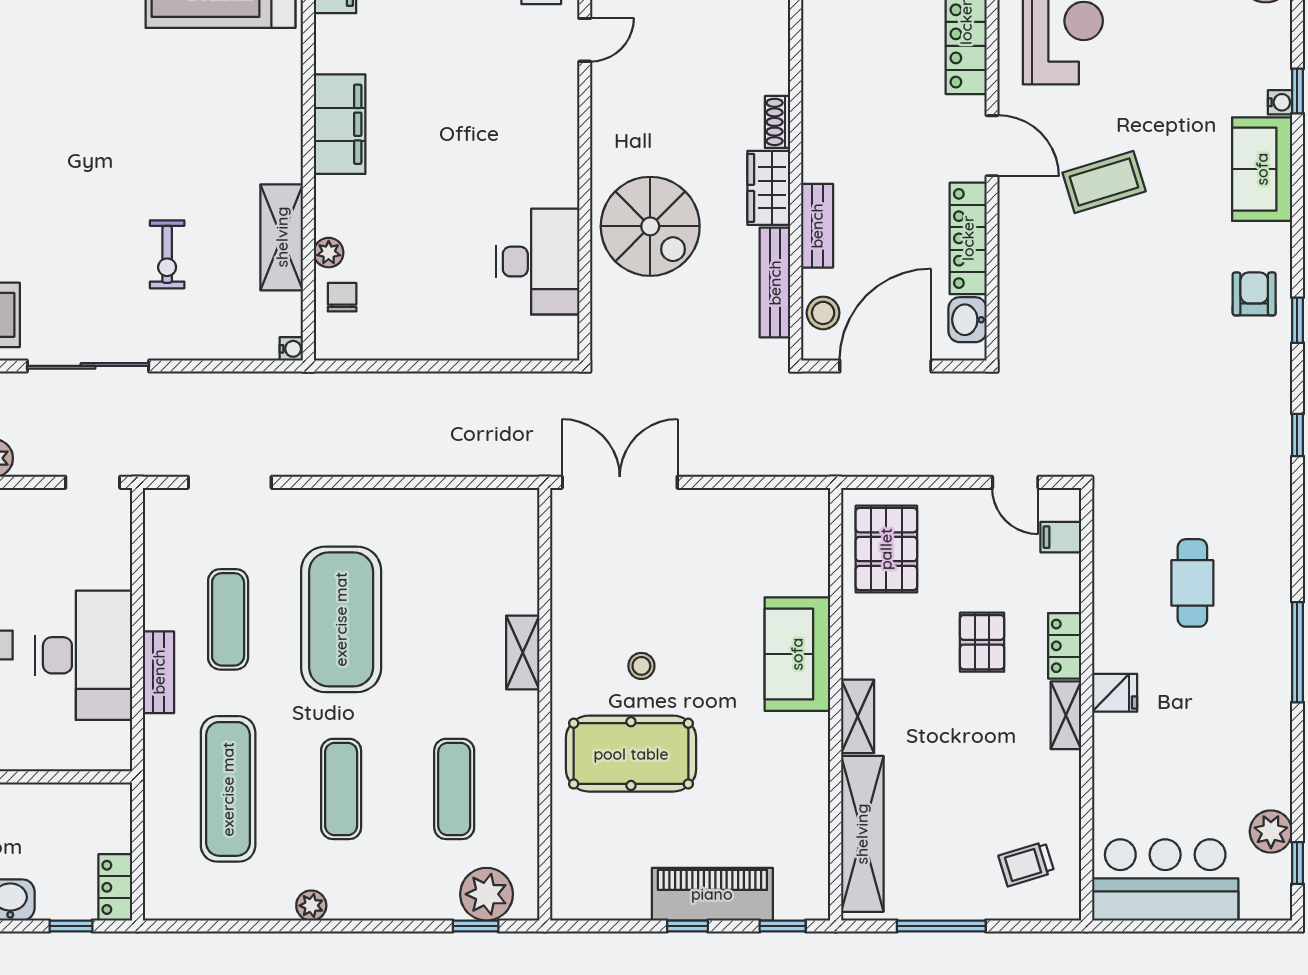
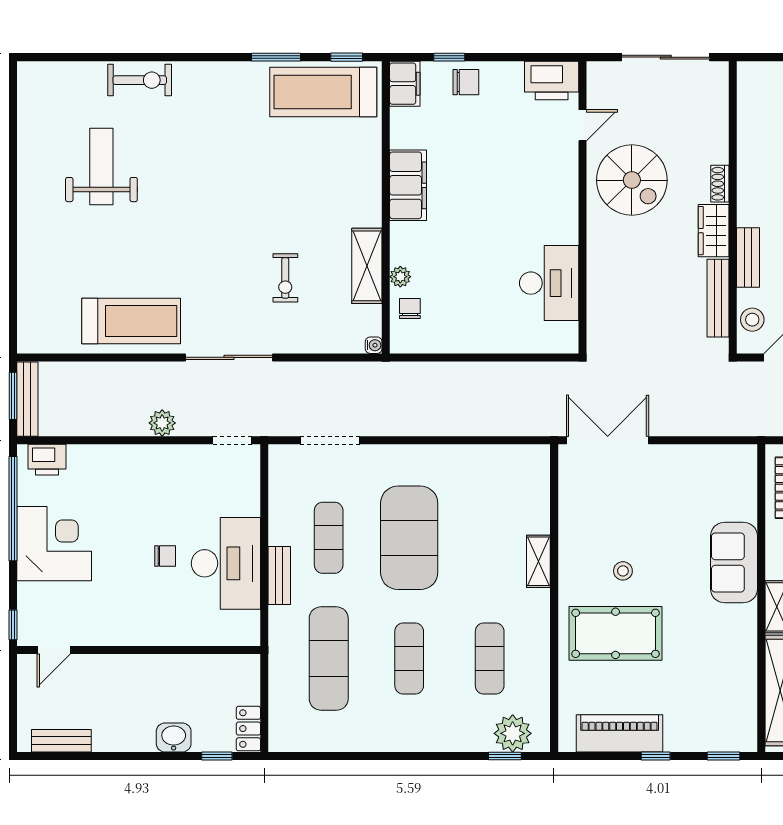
spiral stairs: (650, 226) -> (632, 180), moved
piano: (712, 894) -> (620, 733), moved
plant: (311, 906) -> (388, 741), removed

